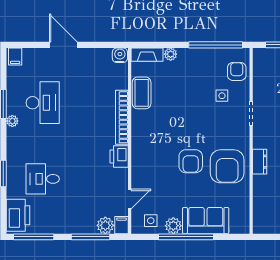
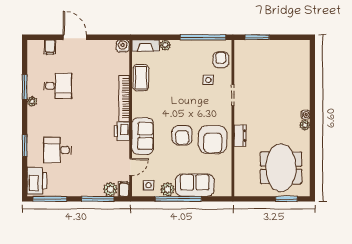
filing cabinet: (15, 56) -> (50, 47), moved
desk: (43, 103) -> (58, 86), width x0.73
sofa: (144, 162) -> (143, 136), added

